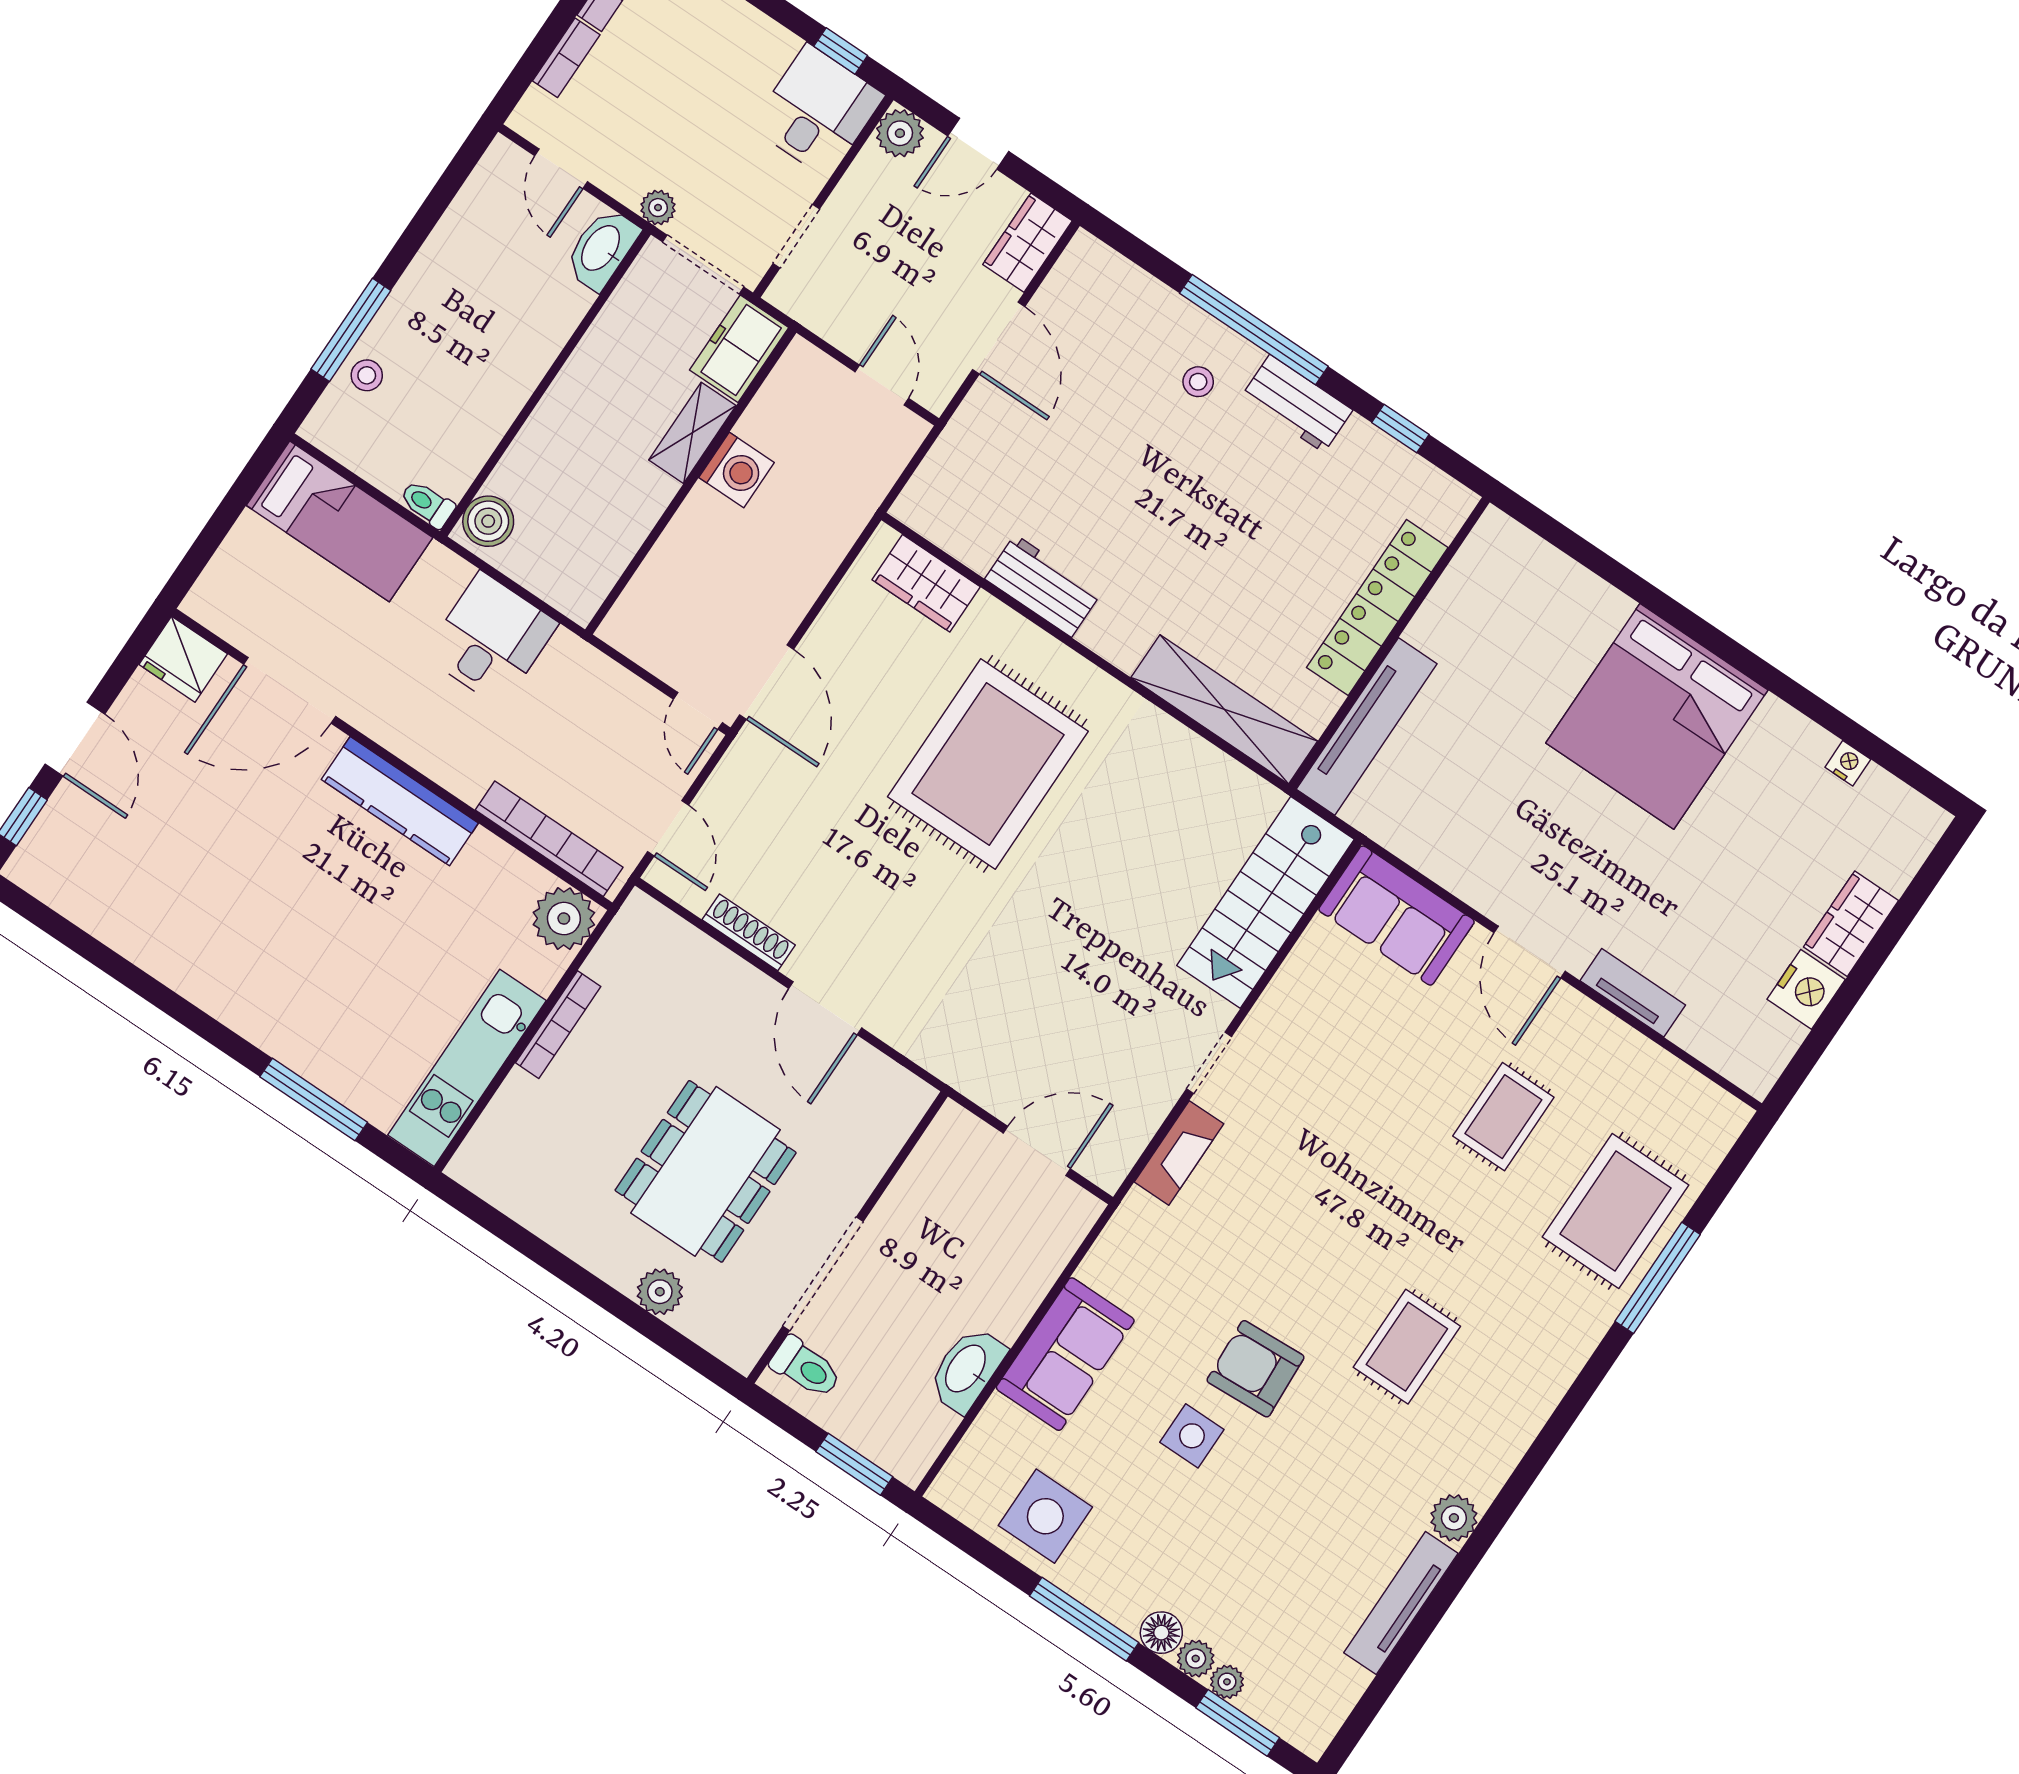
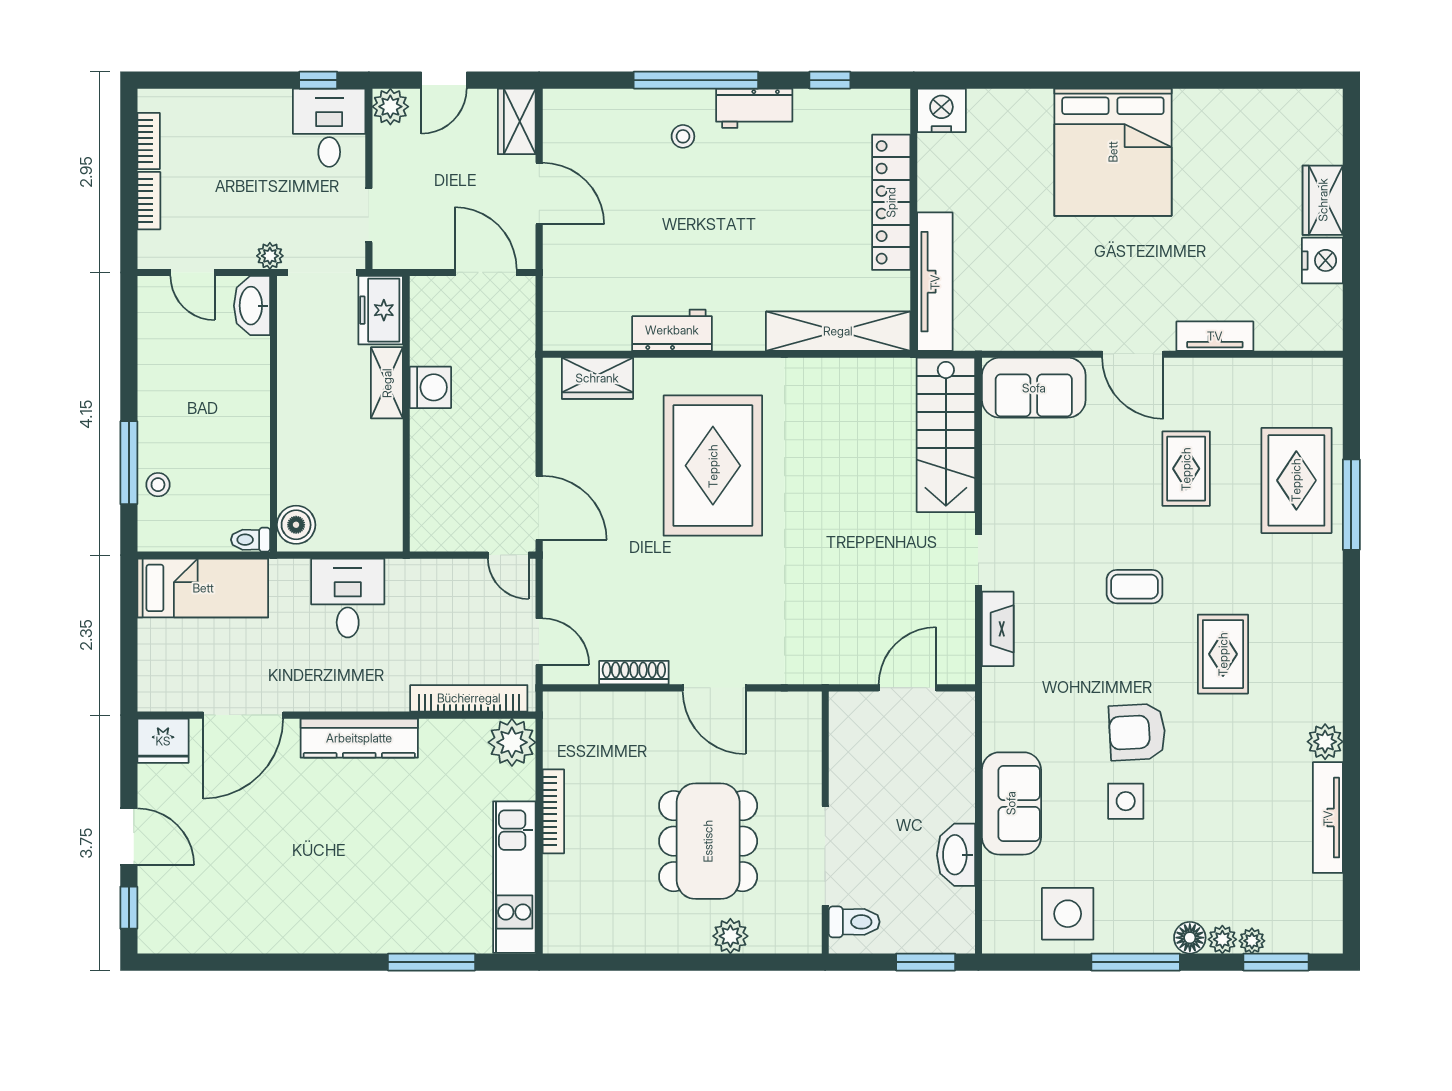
door: (882, 385) -> (486, 272), width x1.38
nightstand: (1848, 763) -> (941, 110), moved, width x1.89, depth x1.79
coffee table: (1360, 1208) -> (1134, 587), added

